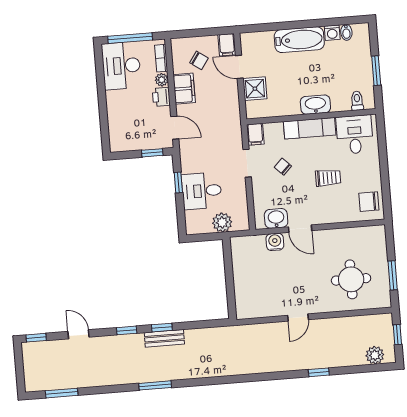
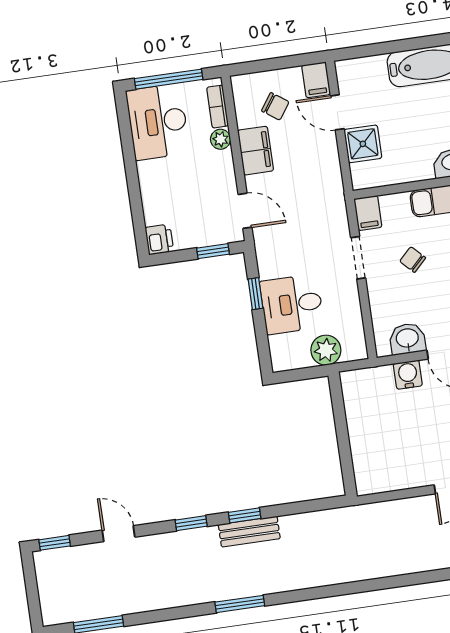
printer: (161, 97) -> (159, 239), moved, turned 180

